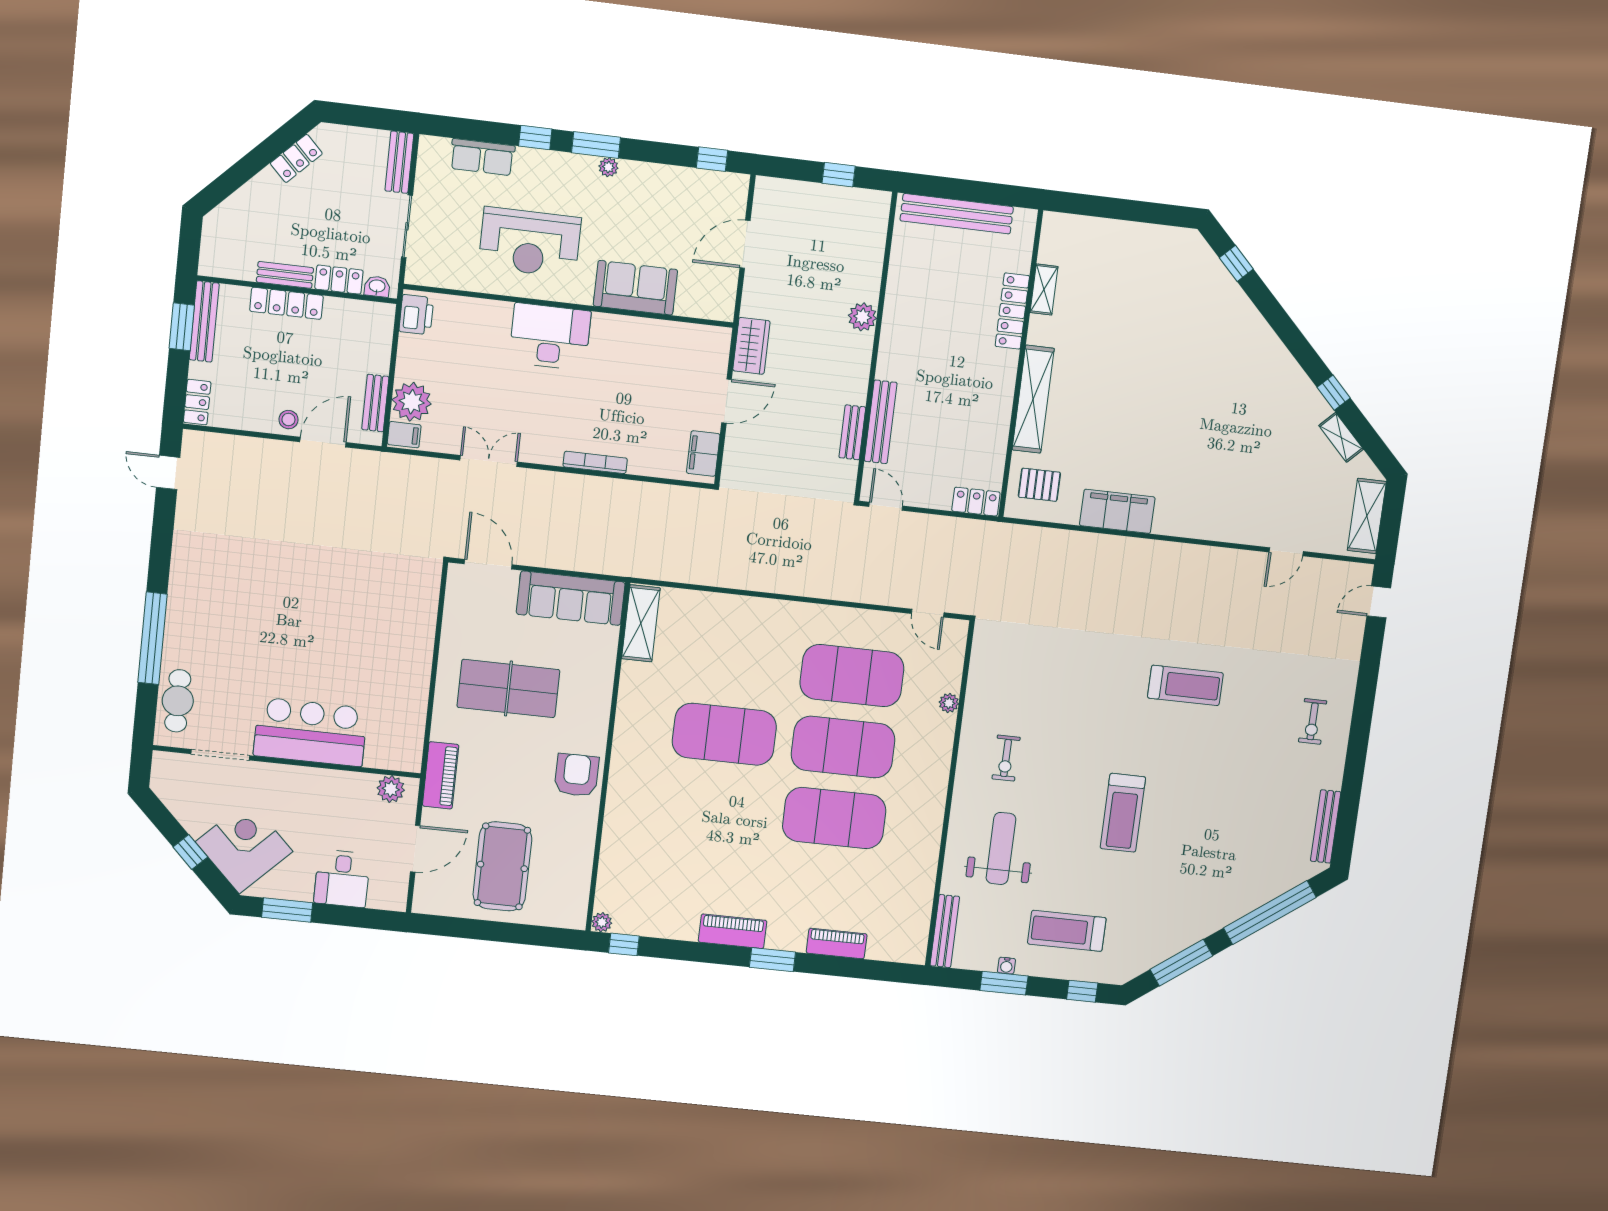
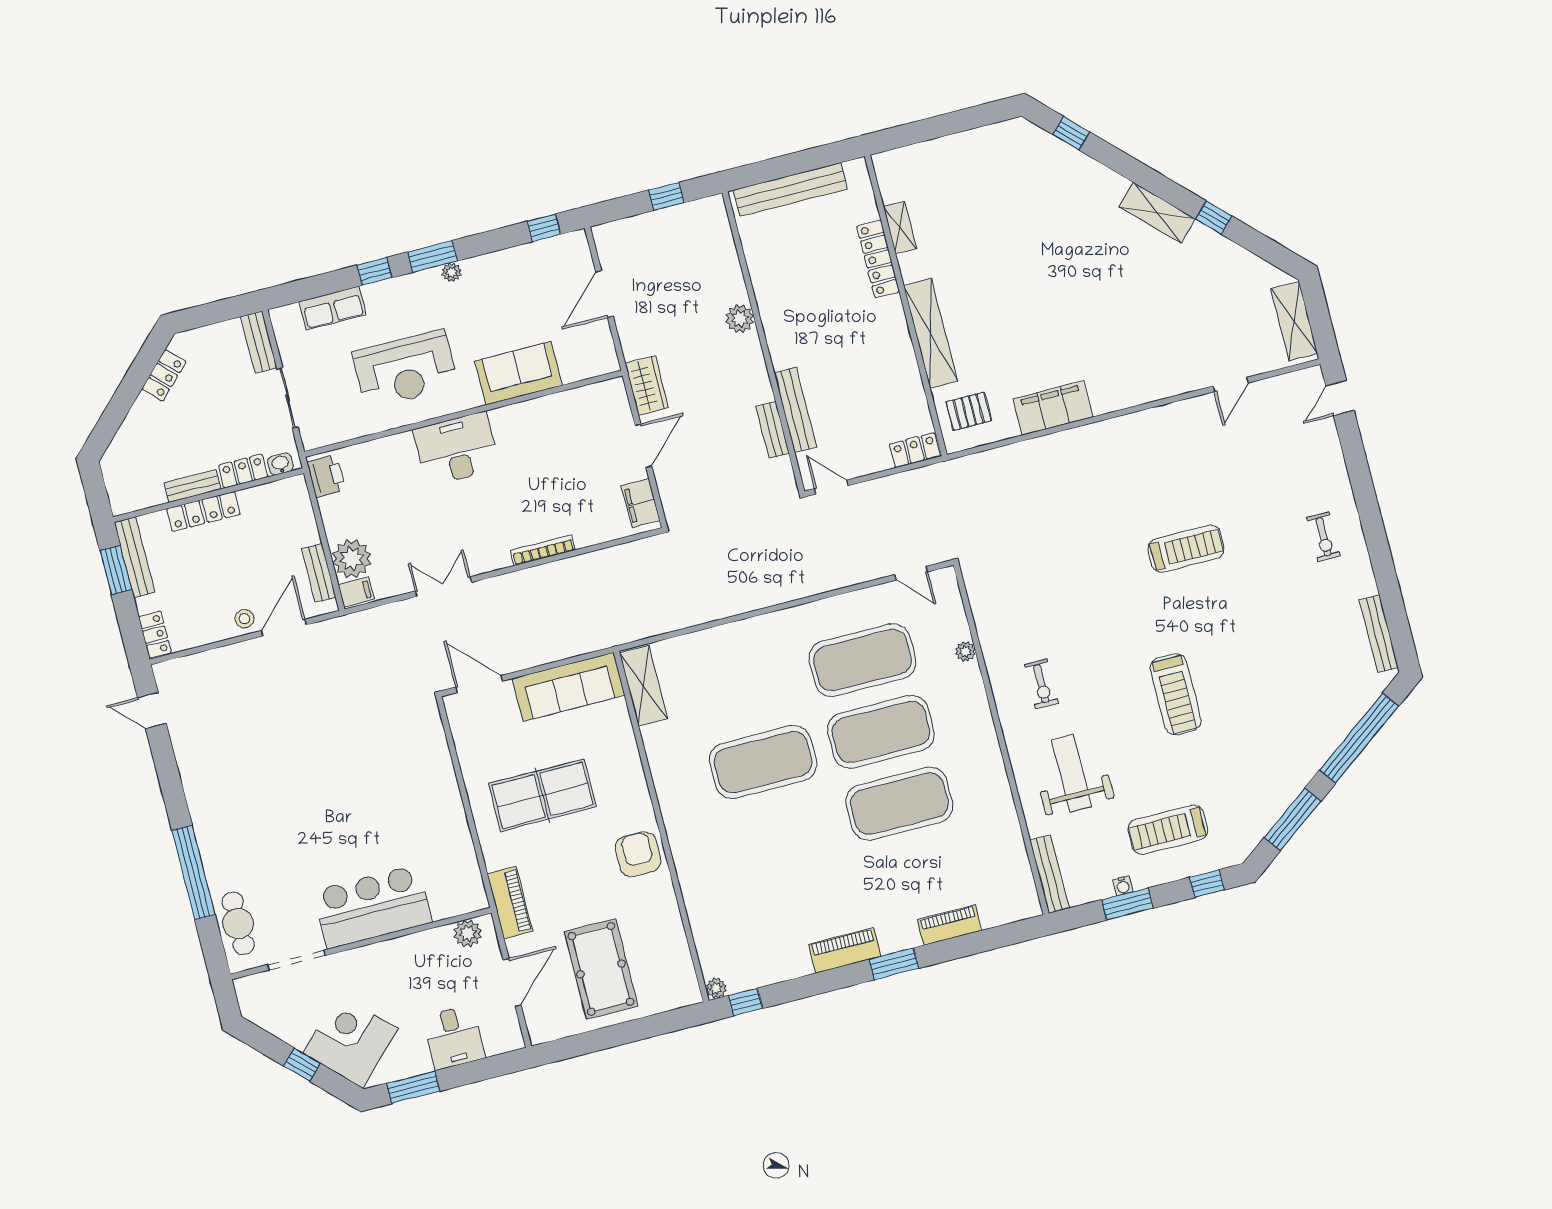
shelving: (1341, 437) -> (1157, 213), moved, width x1.50, depth x1.33

